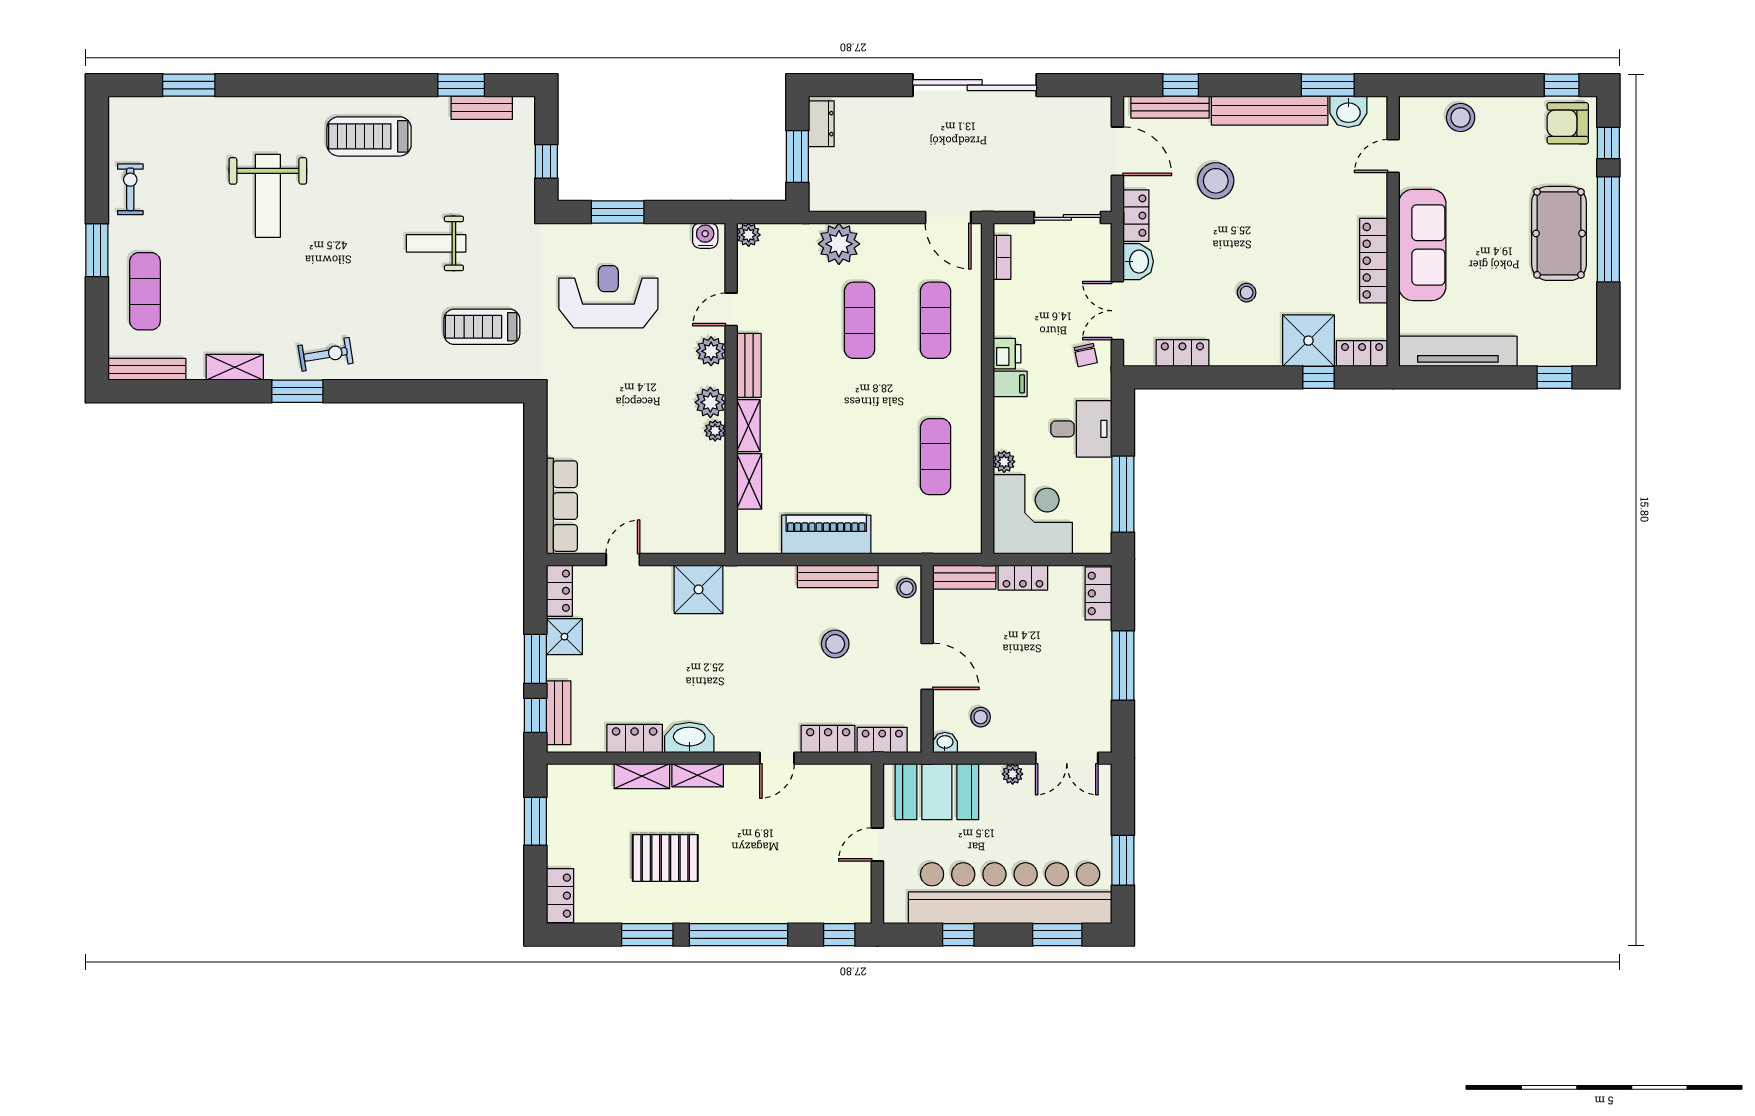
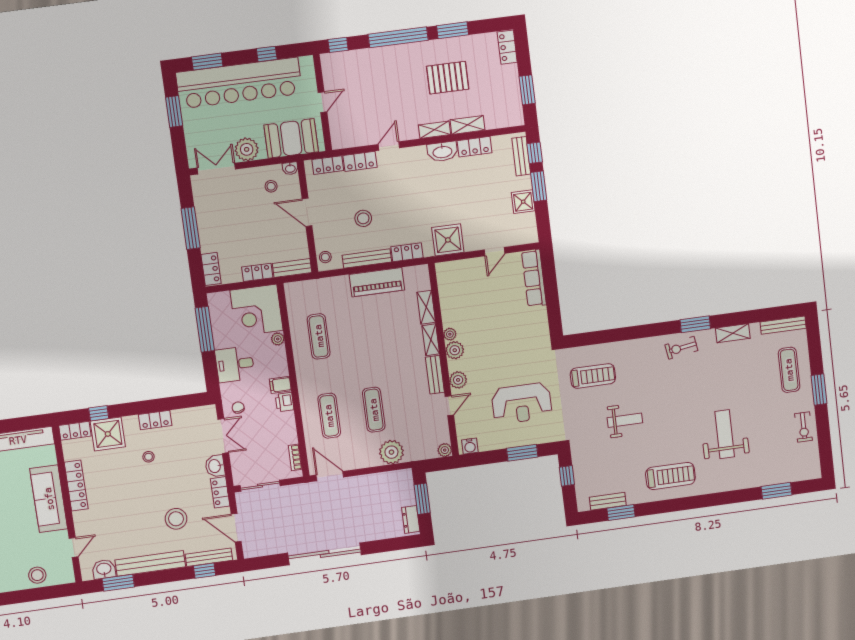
locker: (1182, 353) -> (155, 420), moved
locker: (559, 591) -> (407, 252), moved, turned 90
plant: (1013, 774) -> (247, 149), width x1.88, depth x1.88

